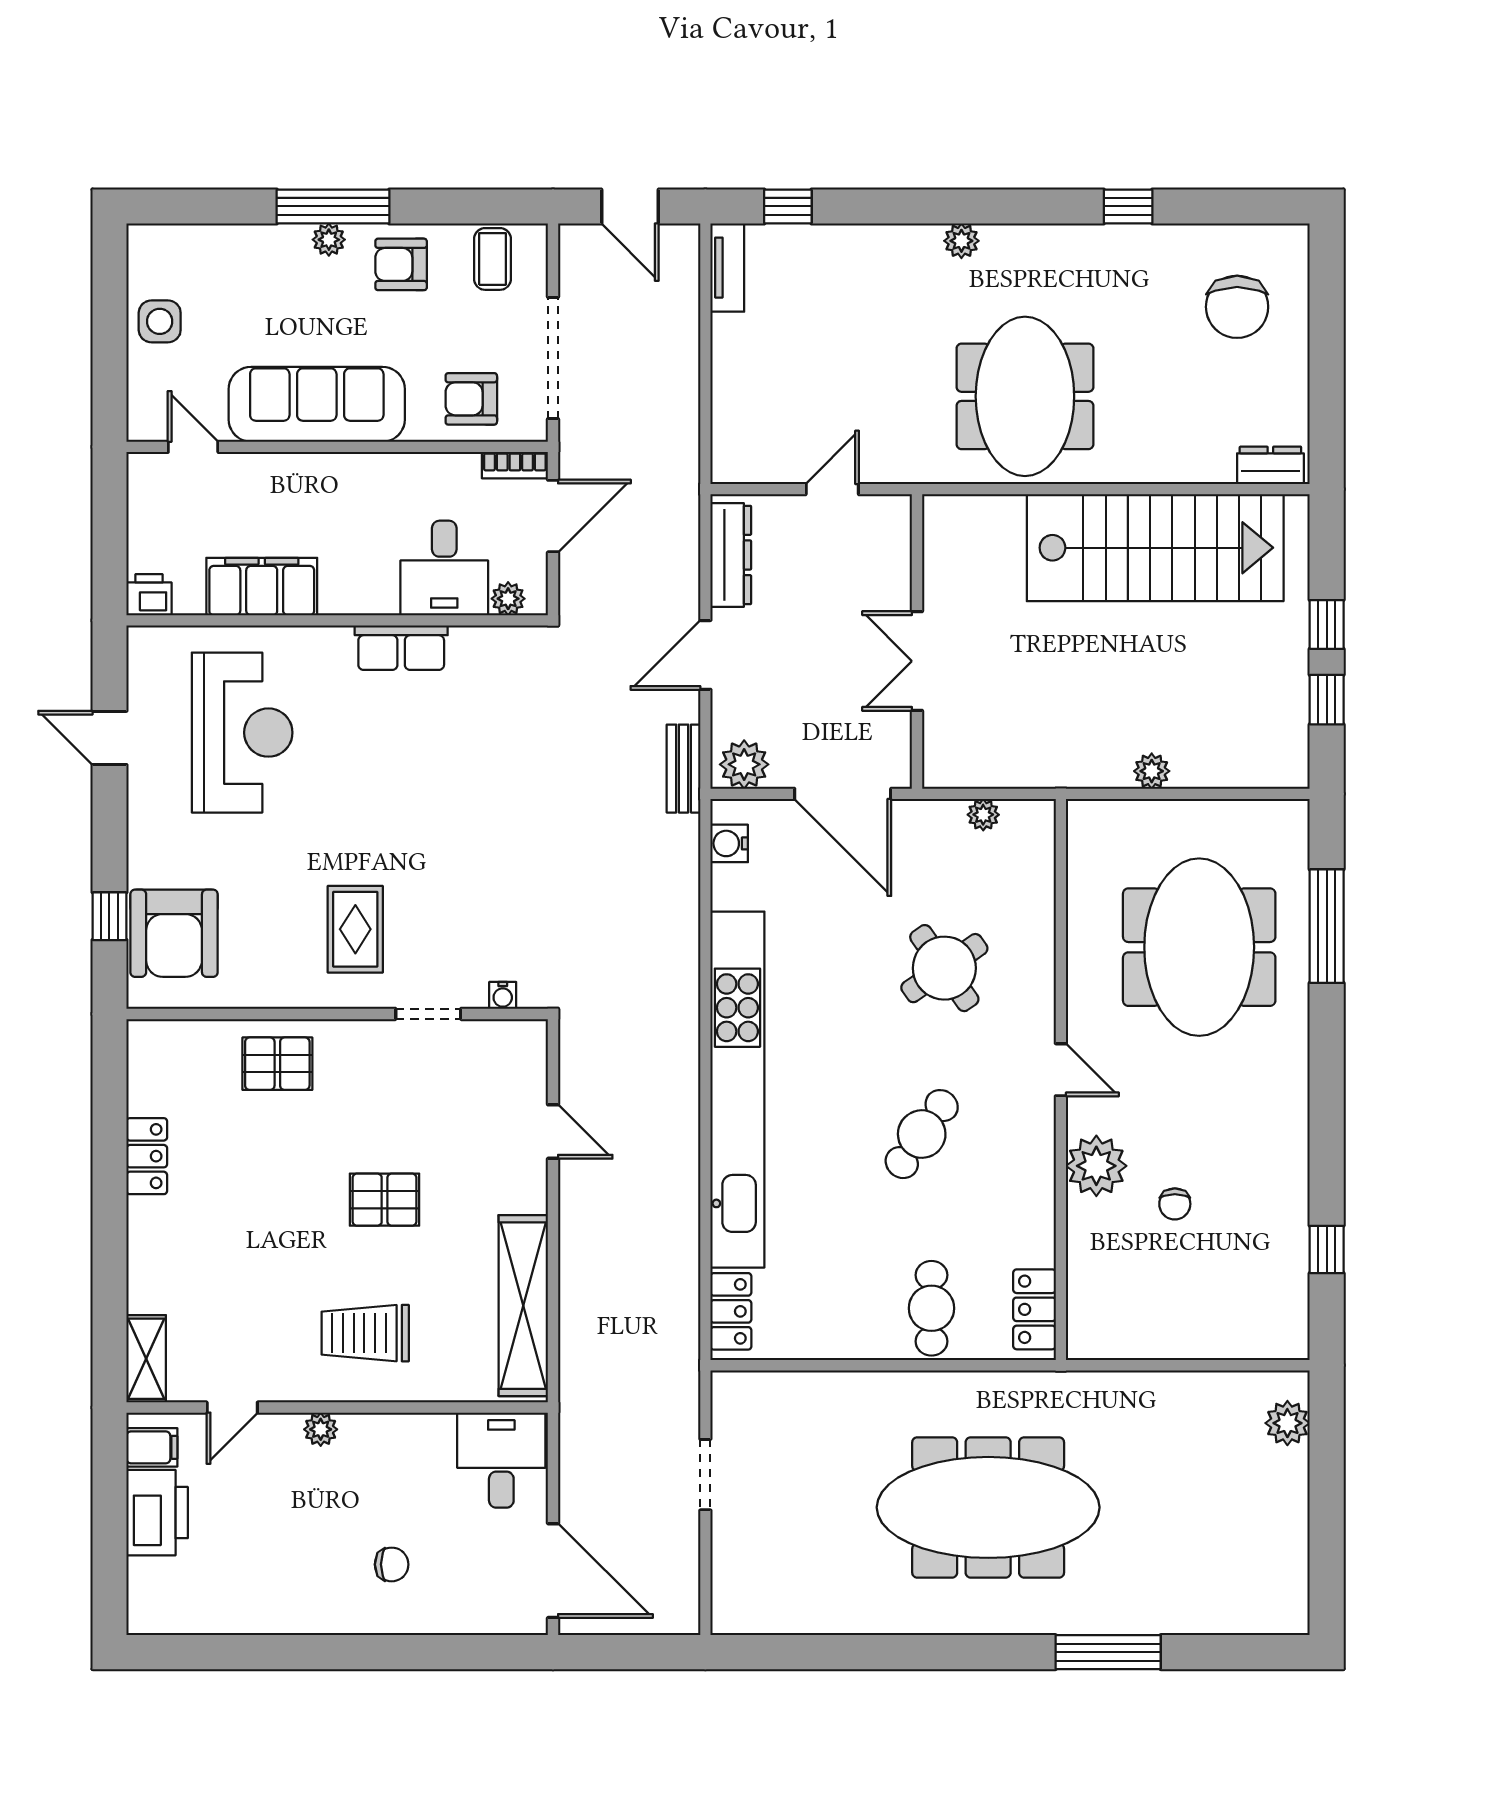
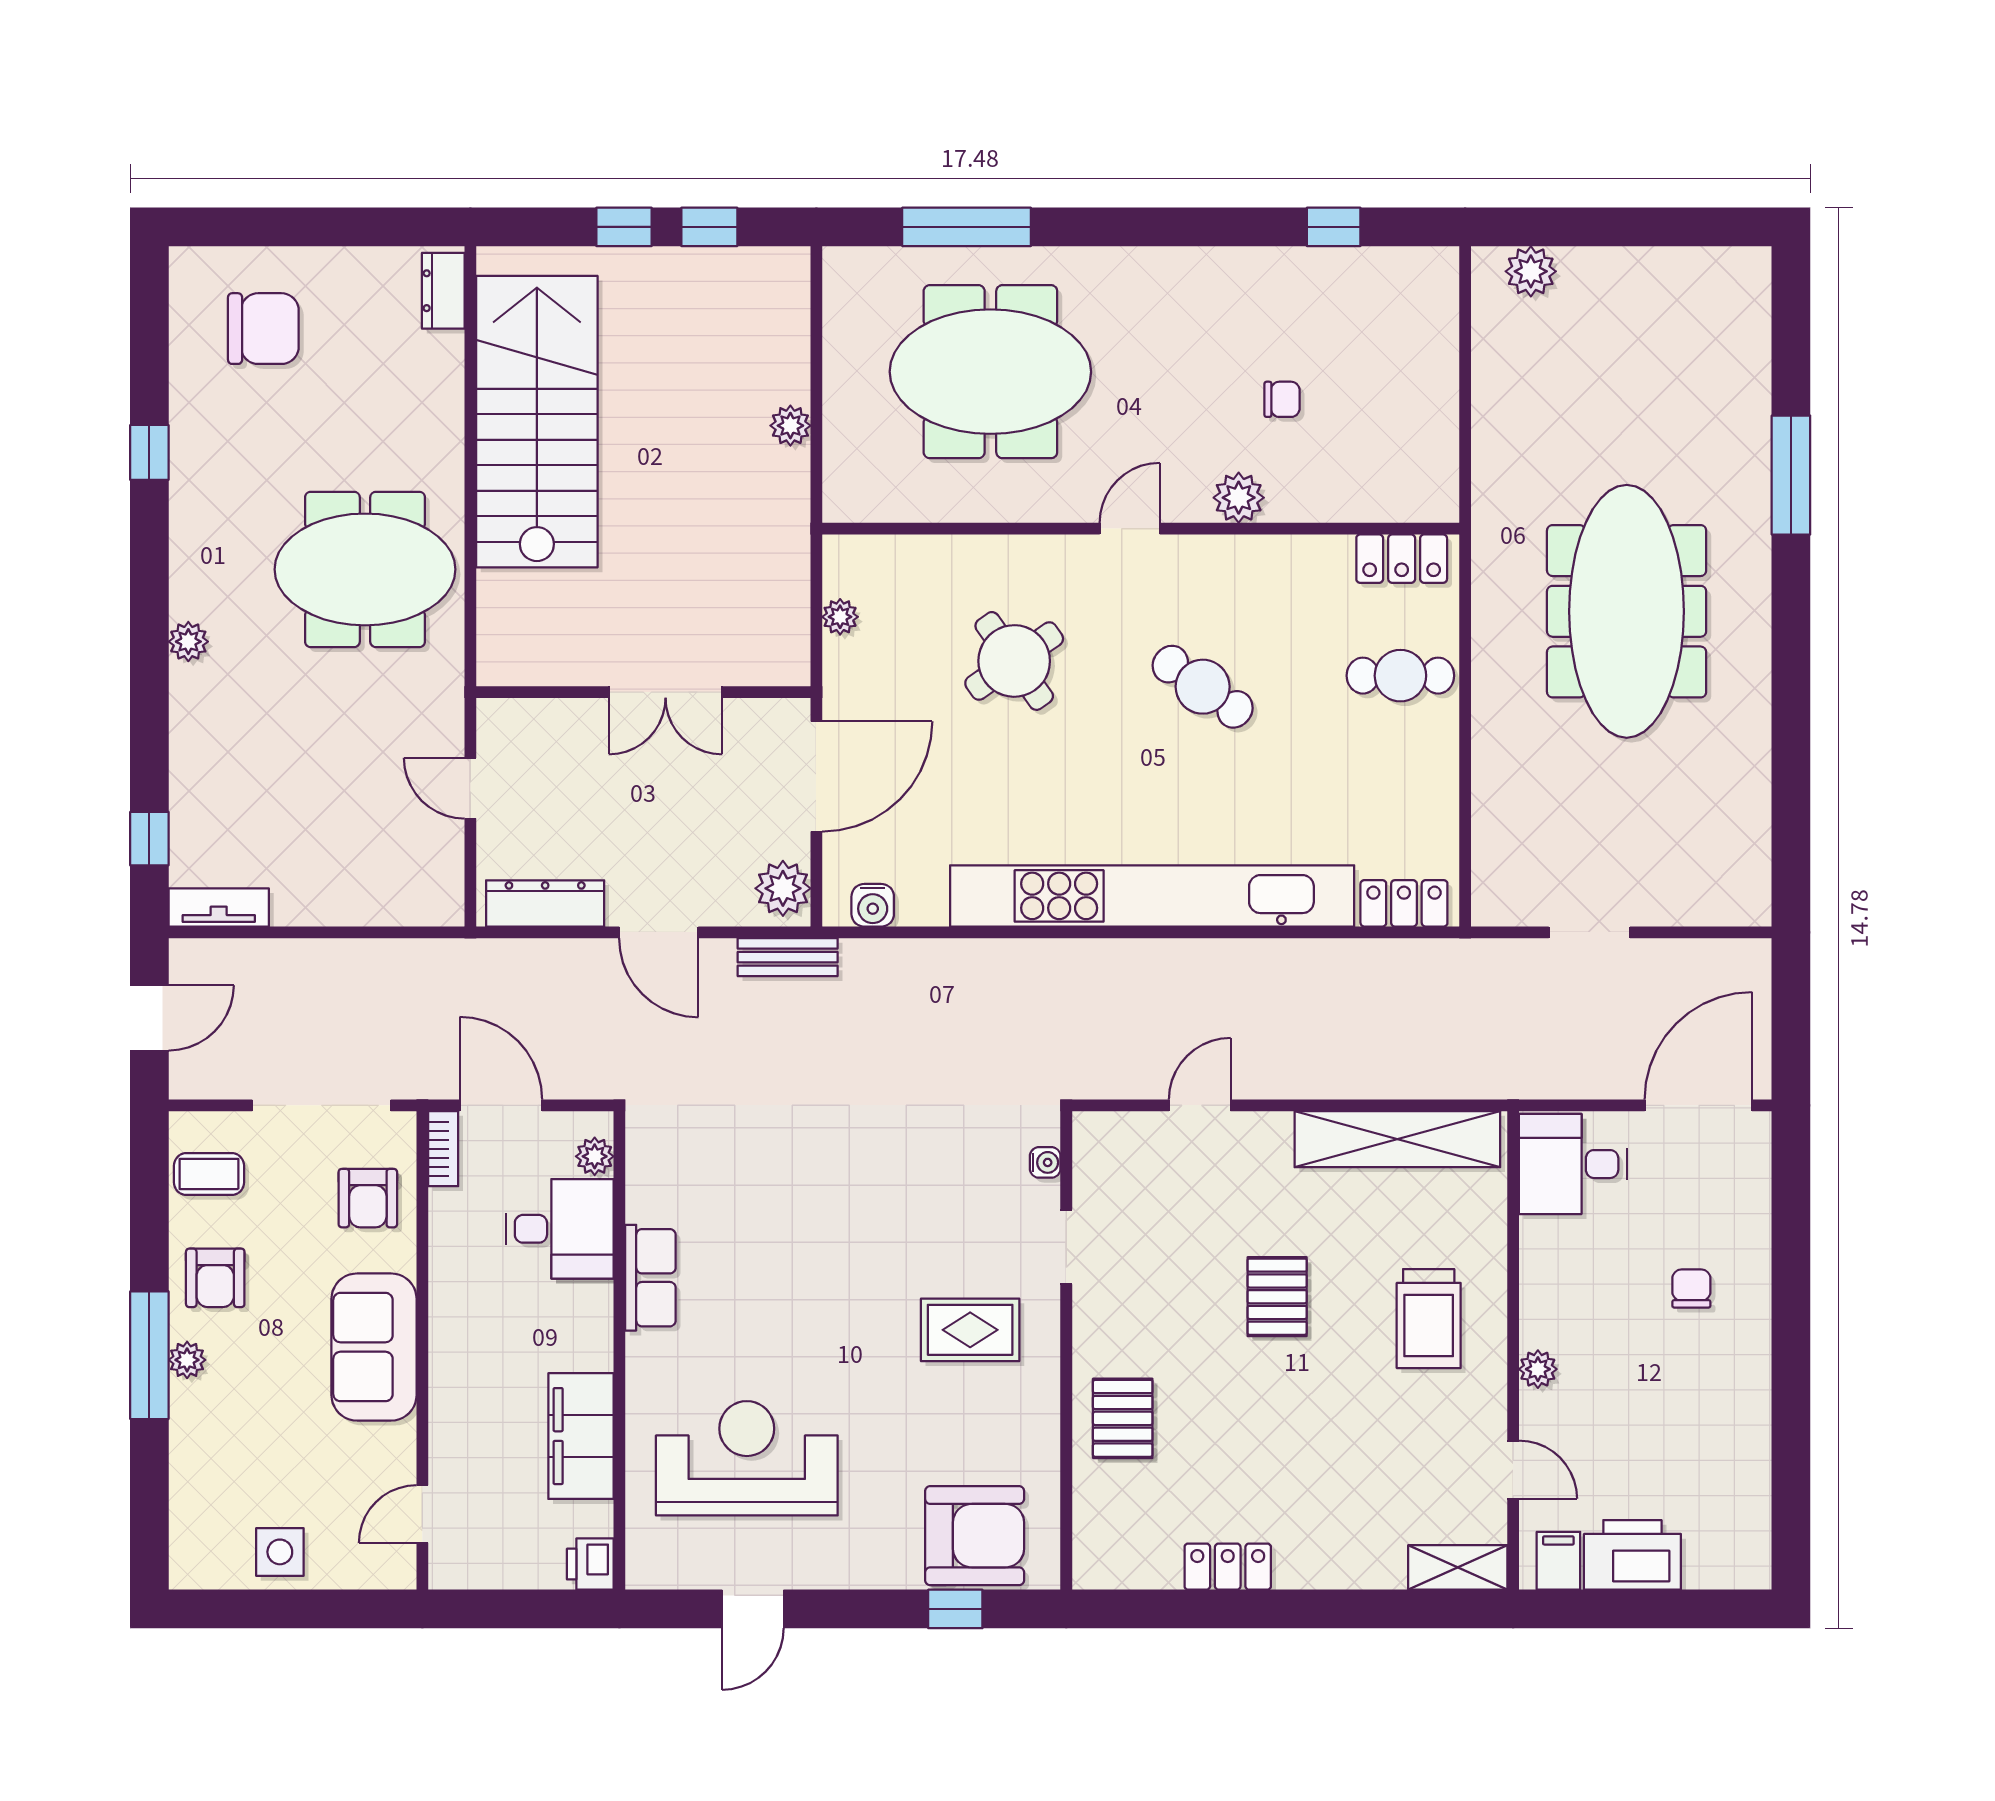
sofa: (317, 404) -> (374, 1347), width x0.73
plant: (1096, 1166) -> (1239, 498), width x0.73, depth x0.73

